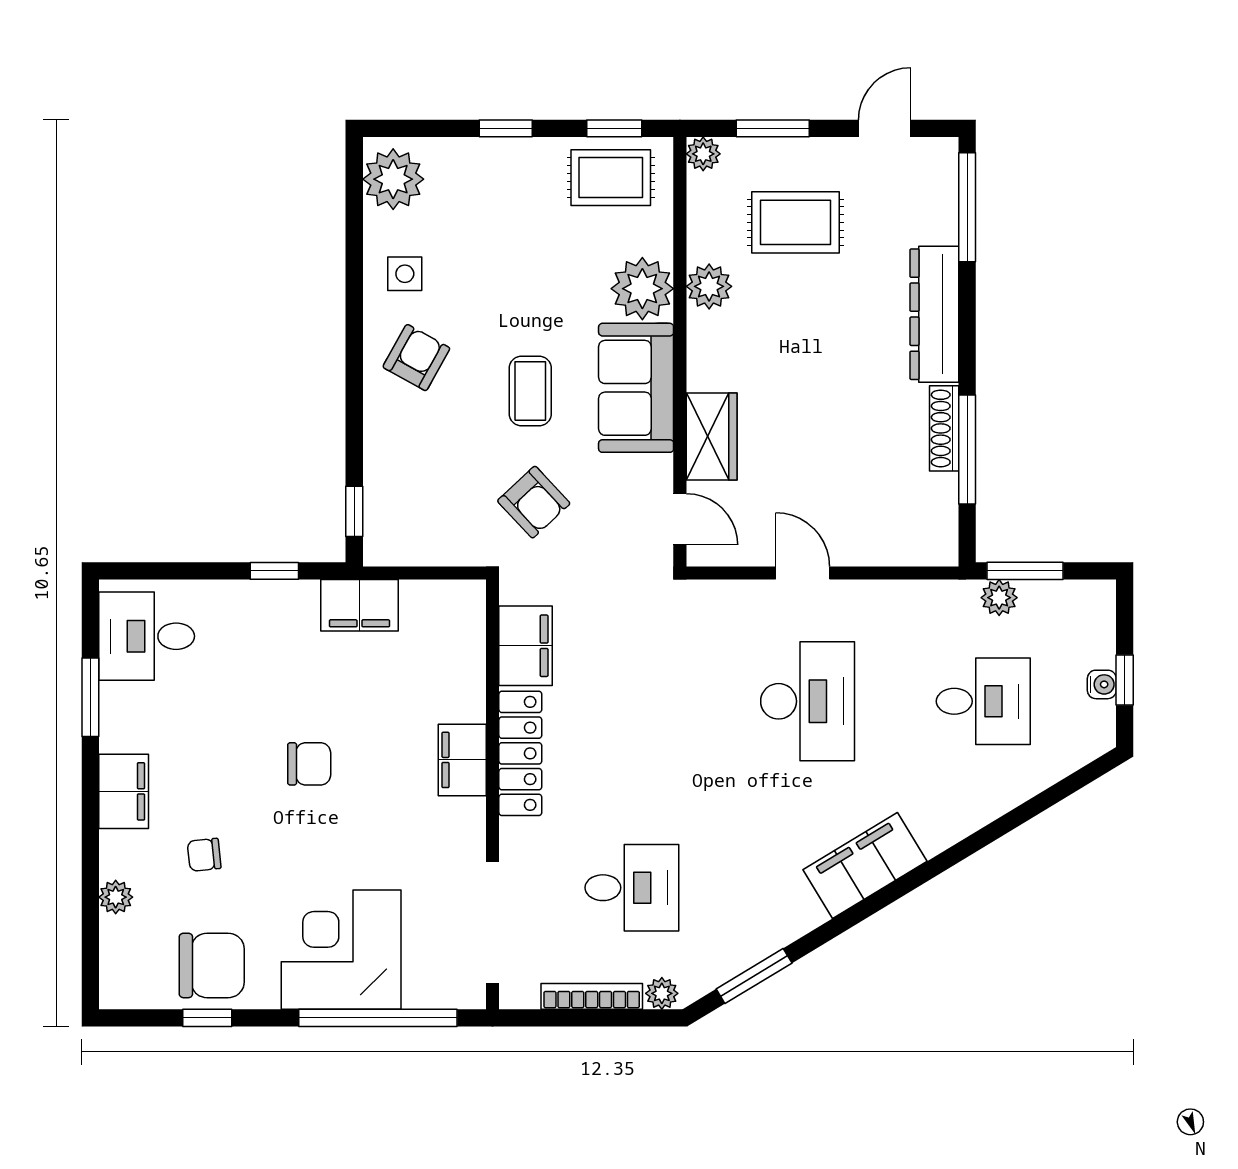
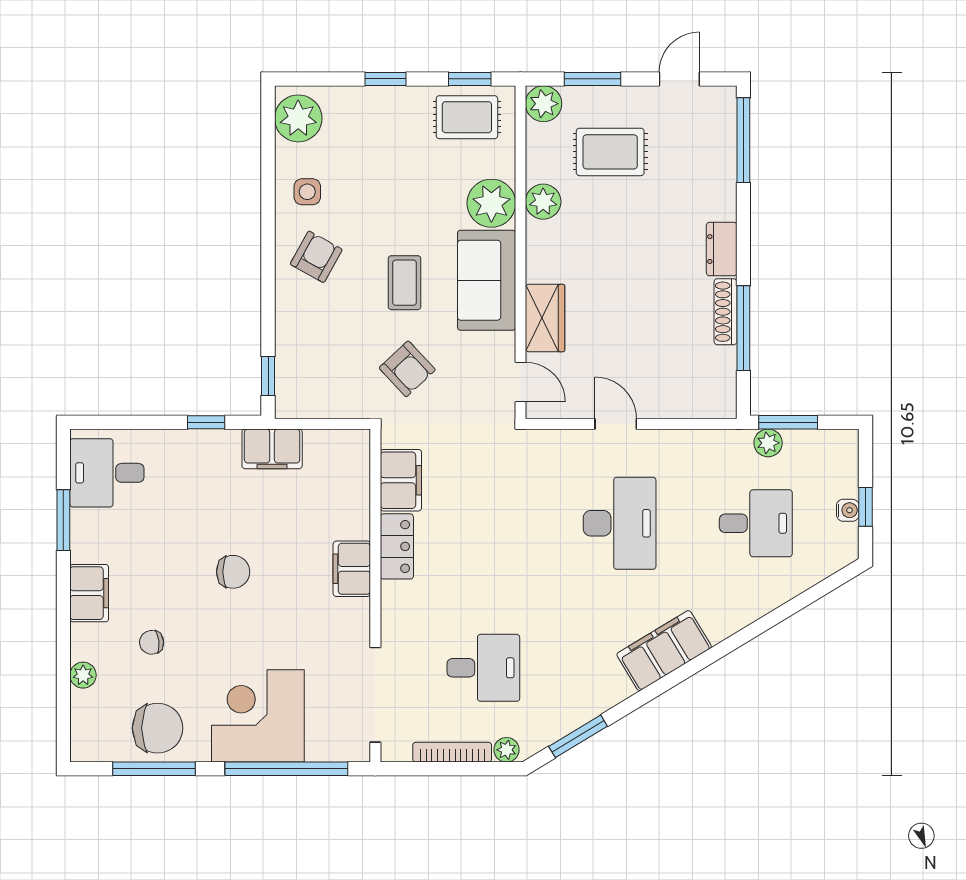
plant: (703, 154) -> (544, 104), width x1.38, depth x1.38
dresser: (934, 314) -> (722, 249), width x0.51, depth x0.80
locker: (520, 753) -> (397, 546), width x0.66
window: (207, 1018) -> (154, 769), width x2.17

